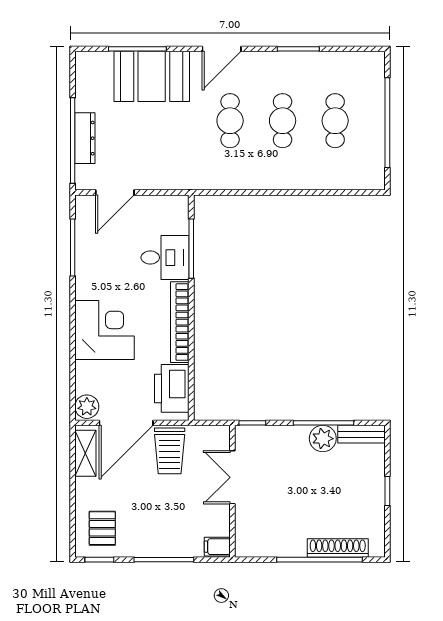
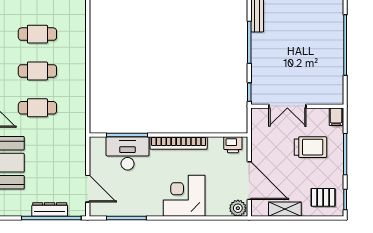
desk: (165, 258) -> (128, 153), width x1.37
printer: (172, 388) -> (233, 145), width x0.53, depth x0.68
plant: (323, 439) -> (260, 43), removed
trolley: (170, 451) -> (310, 147), moved
shelving: (85, 453) -> (285, 209), moved
shoe rack: (338, 548) -> (337, 32), removed

